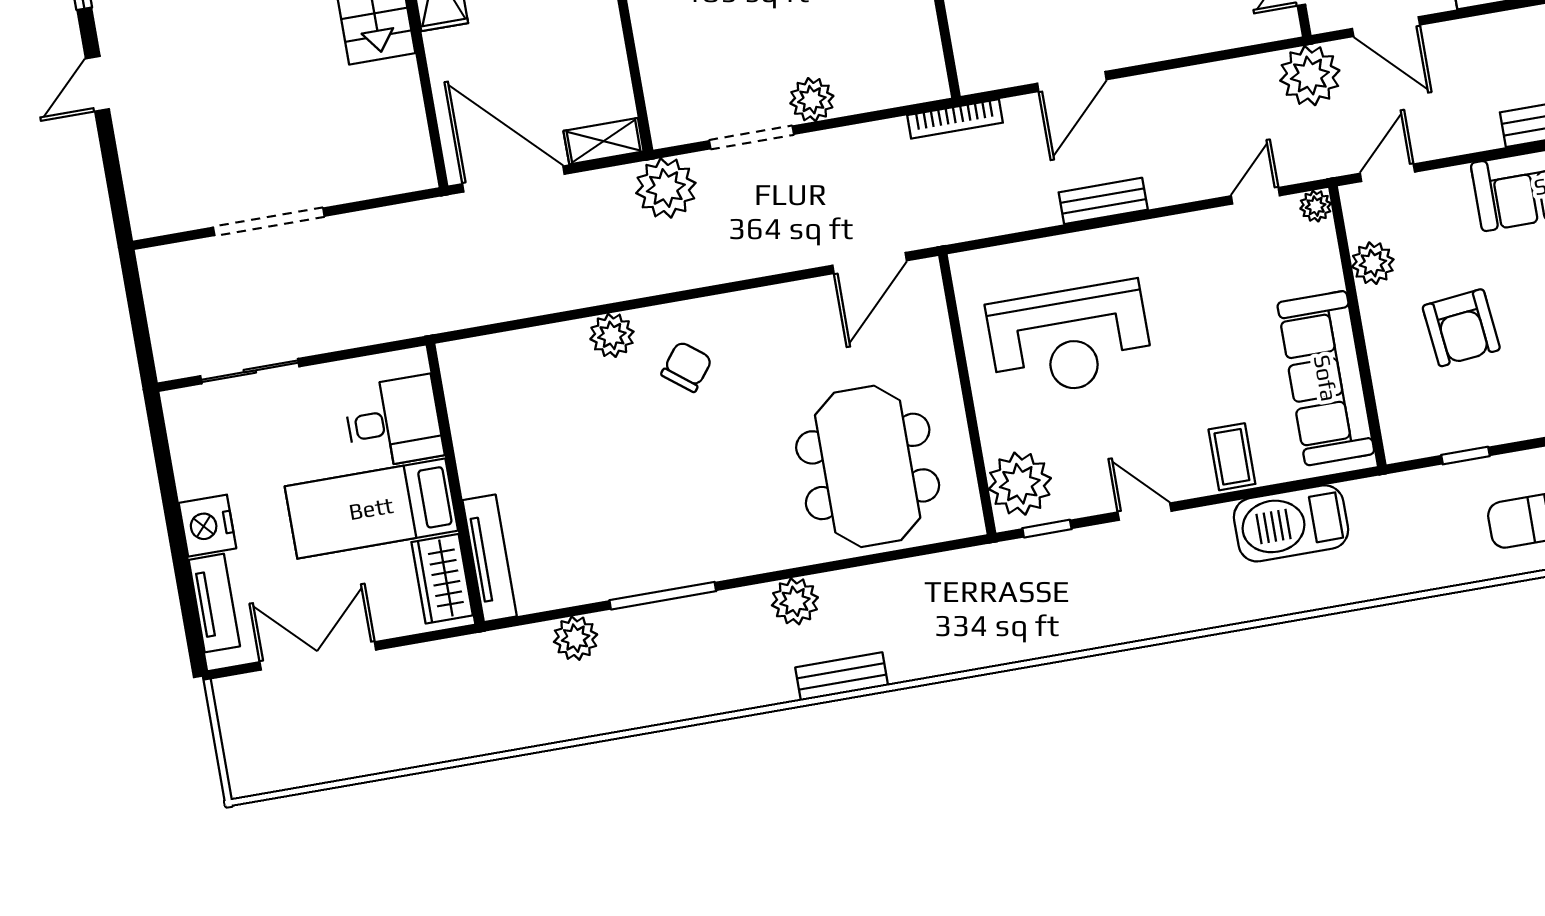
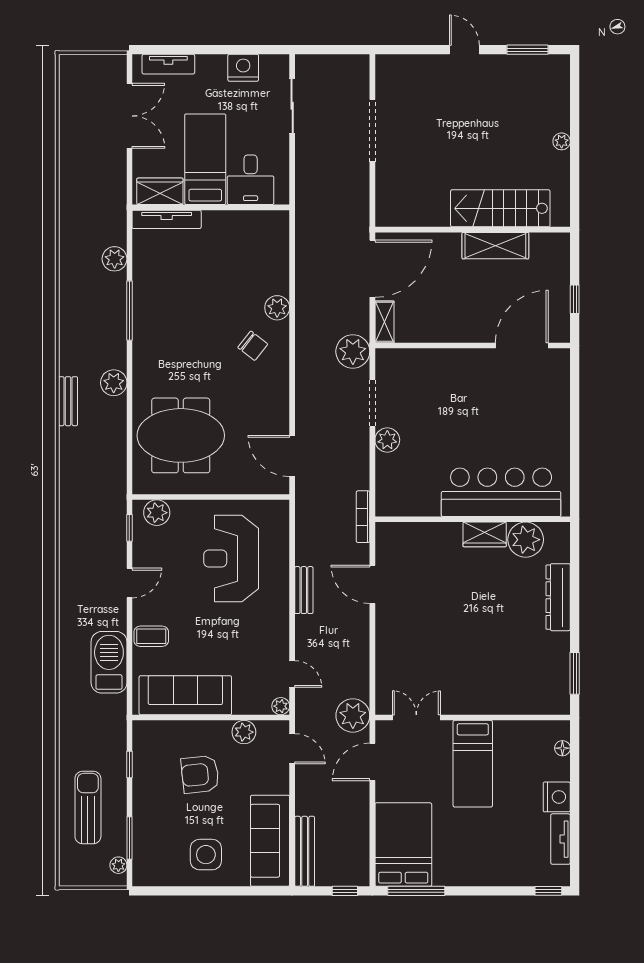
plant: (1020, 484) -> (157, 513), width x0.73, depth x0.73
nightstand: (207, 526) -> (243, 68), moved

